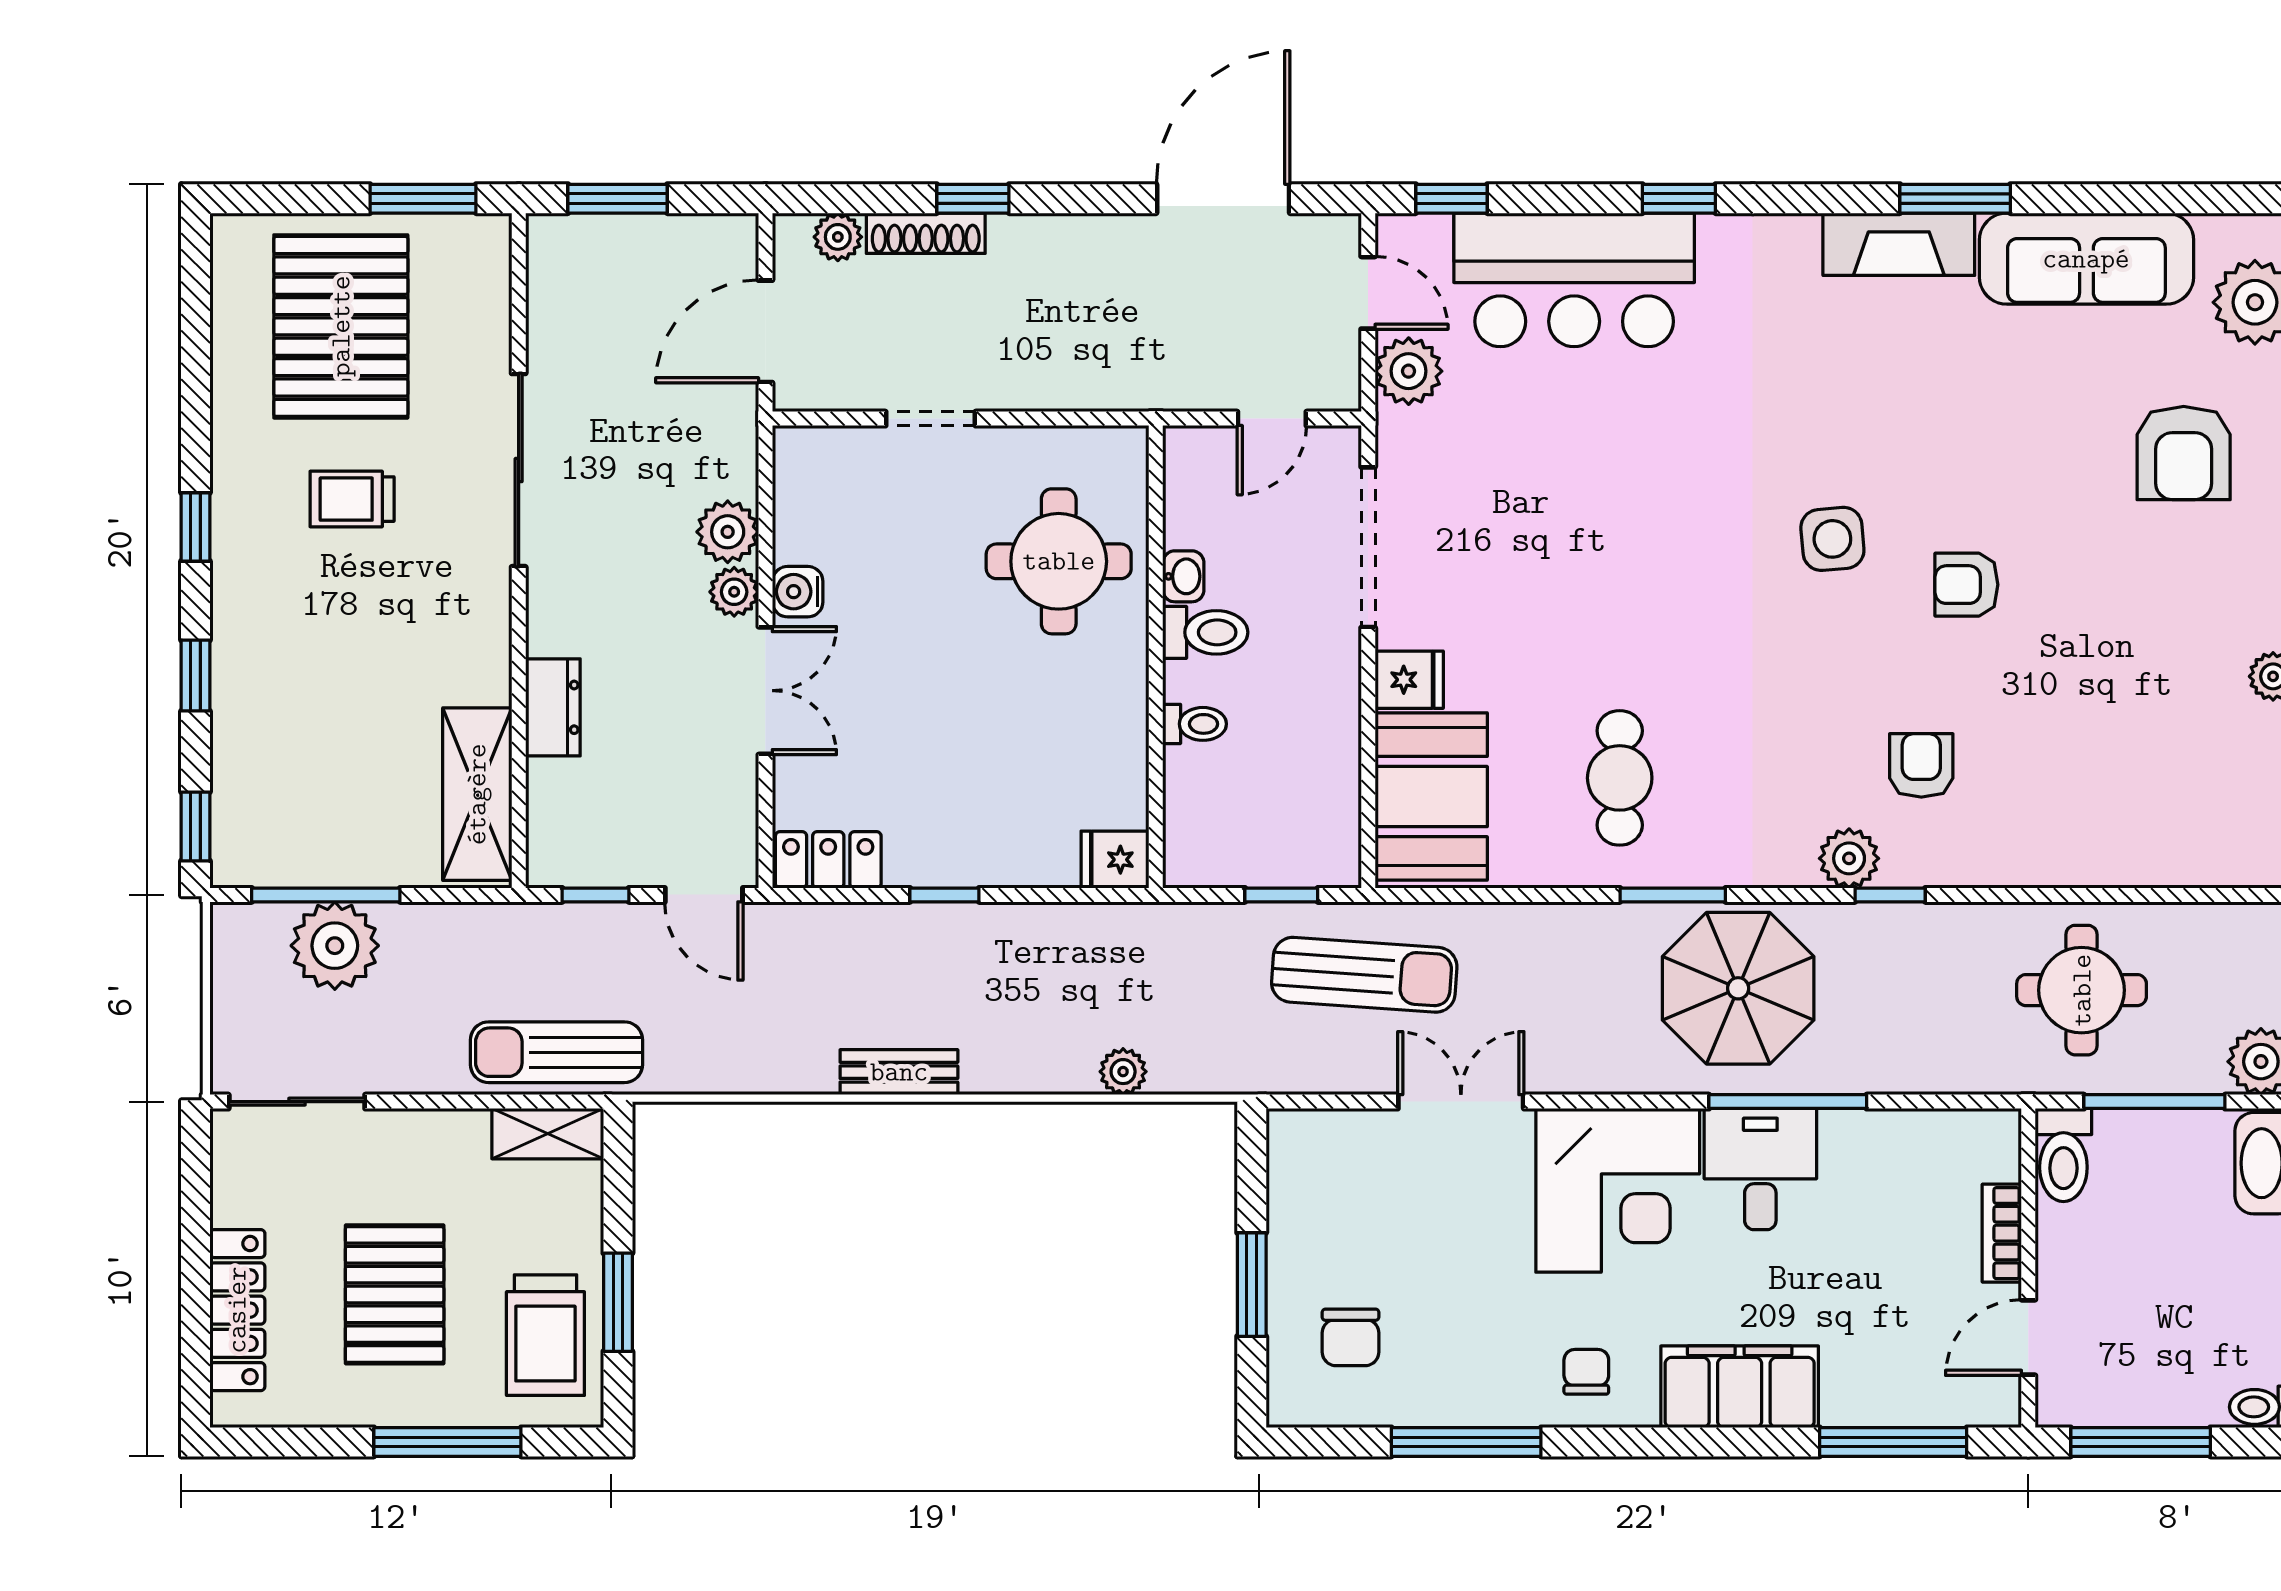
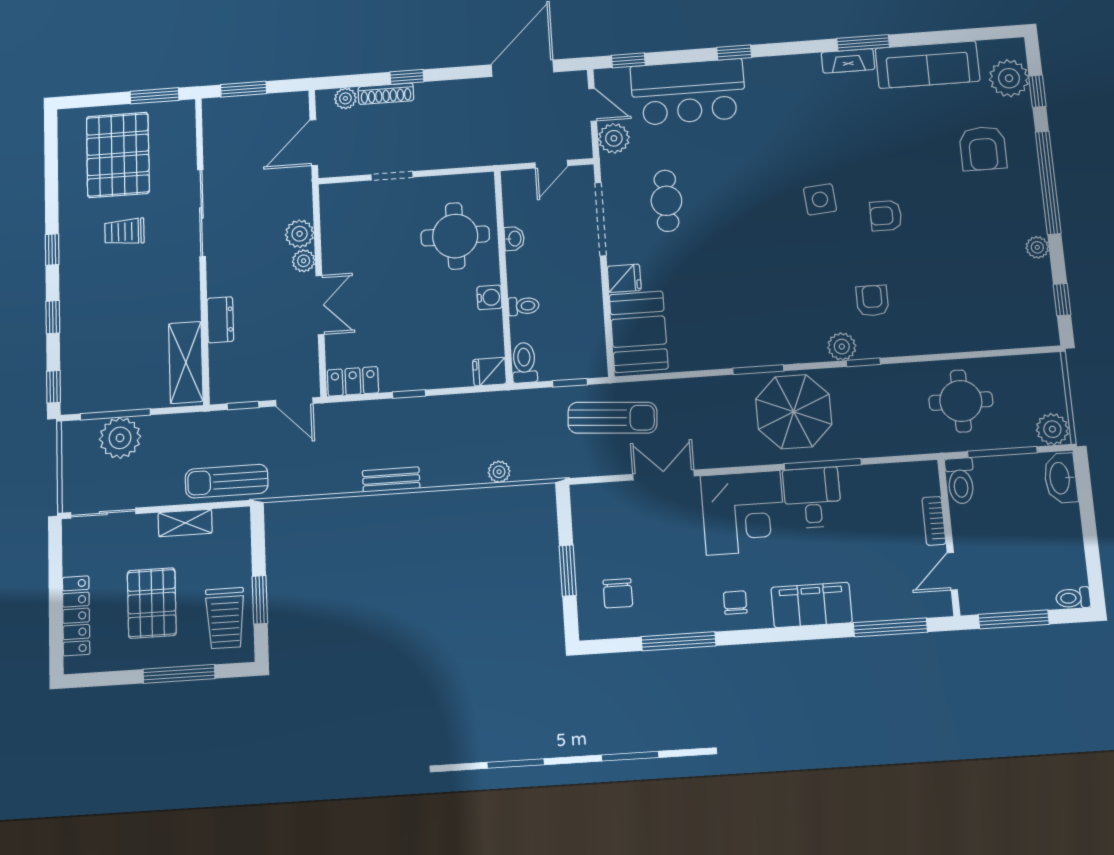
fireplace: (1899, 244) -> (848, 61), width x0.73, depth x0.76
water cooler: (798, 592) -> (489, 297), moved, turned 180
toilet: (1205, 632) -> (524, 363), moved, turned -90
cafe table: (1620, 778) -> (666, 201), moved
shelving: (548, 1134) -> (185, 523), moved

